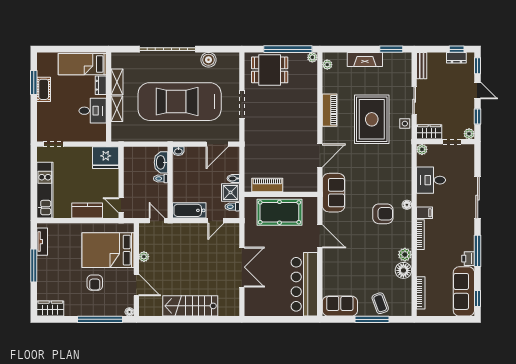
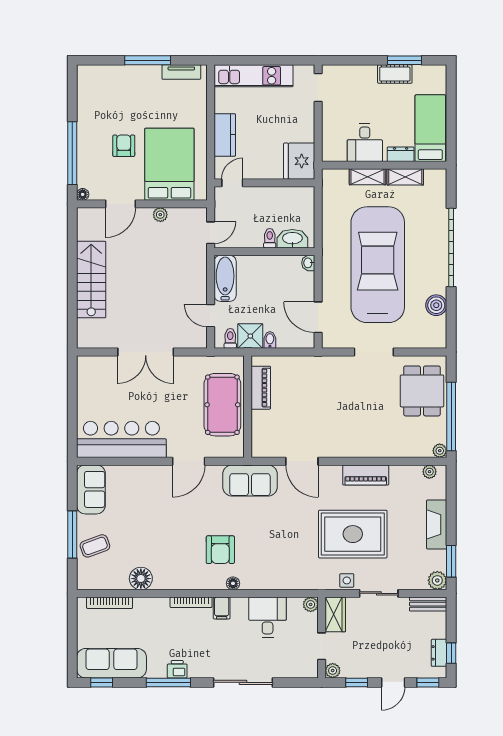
plant: (405, 255) -> (437, 580), moved
printer: (468, 259) -> (177, 669), moved
armchair: (95, 283) -> (124, 146), turned 90
wardrobe: (50, 309) -> (87, 83), removed

